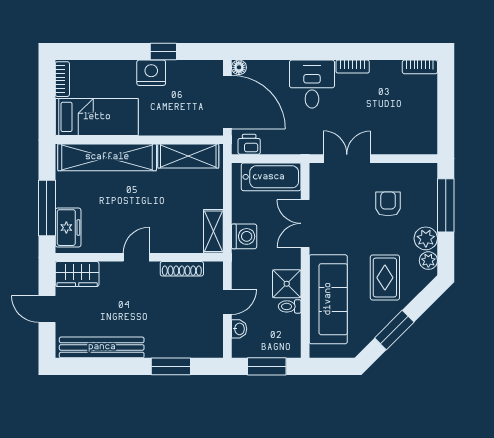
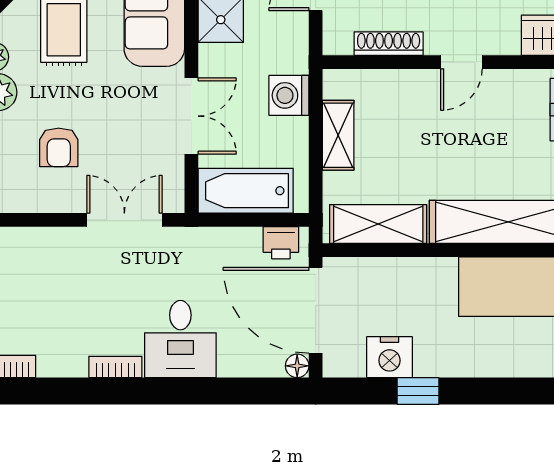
nightstand: (151, 73) -> (389, 357), moved
double door: (347, 159) -> (124, 220), swing flipped
shelving: (213, 231) -> (338, 135), moved

